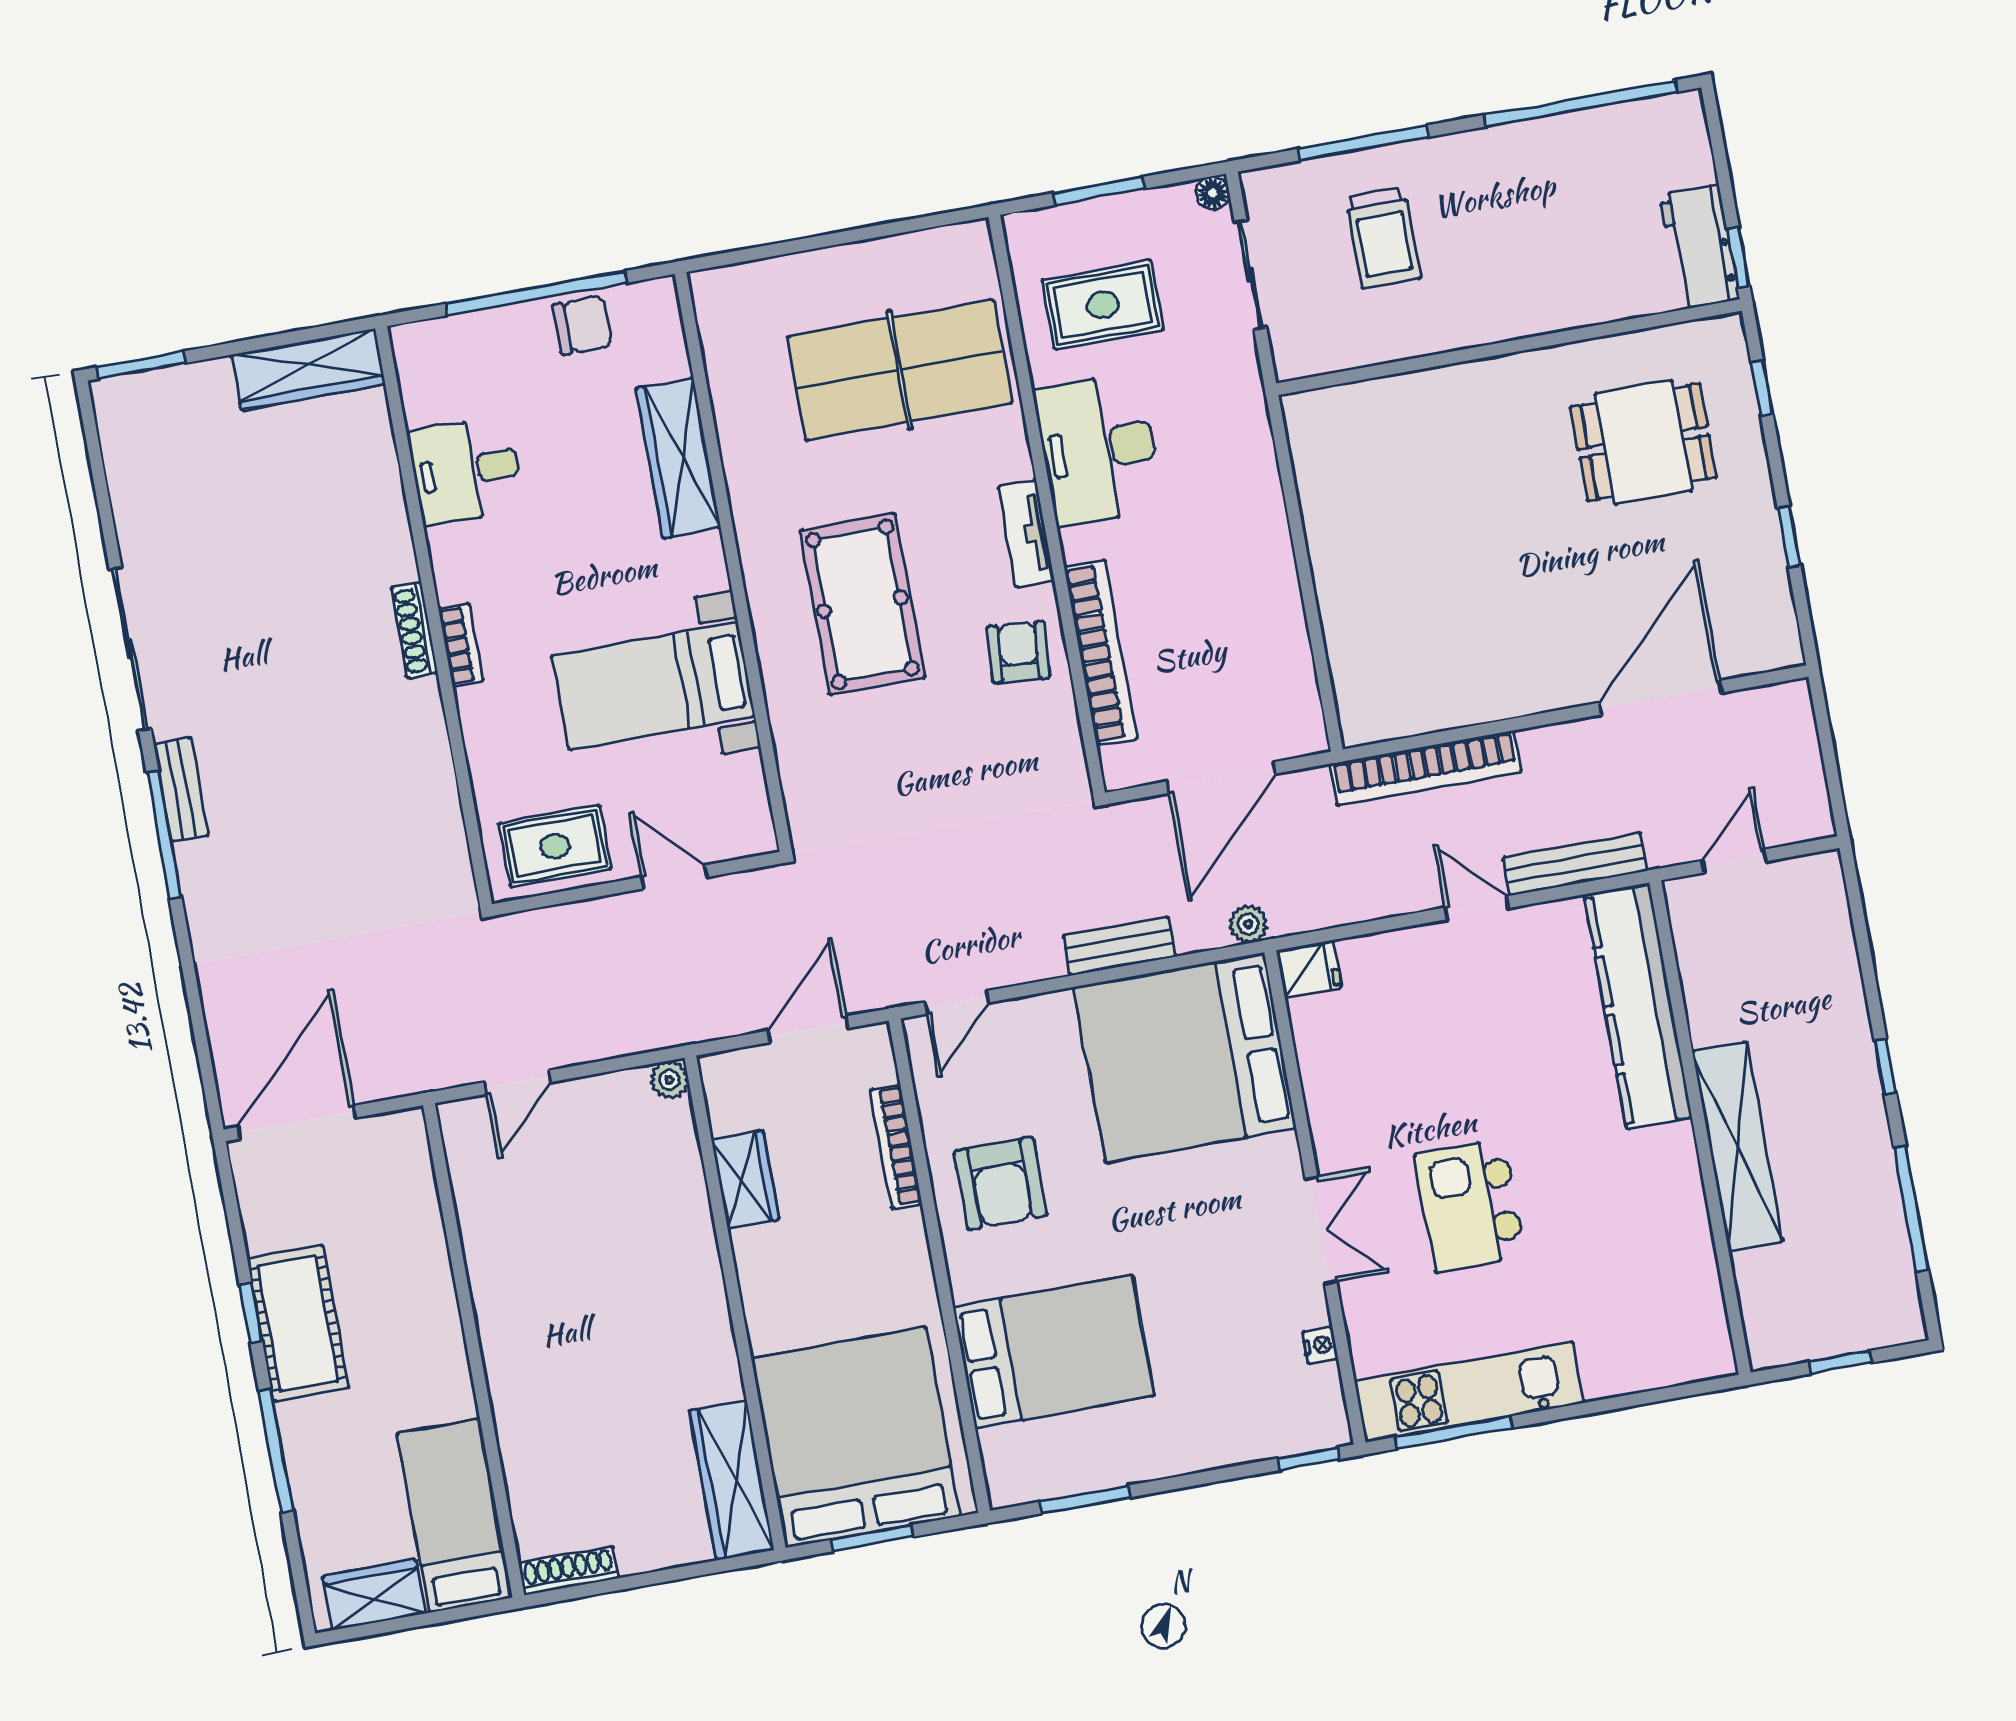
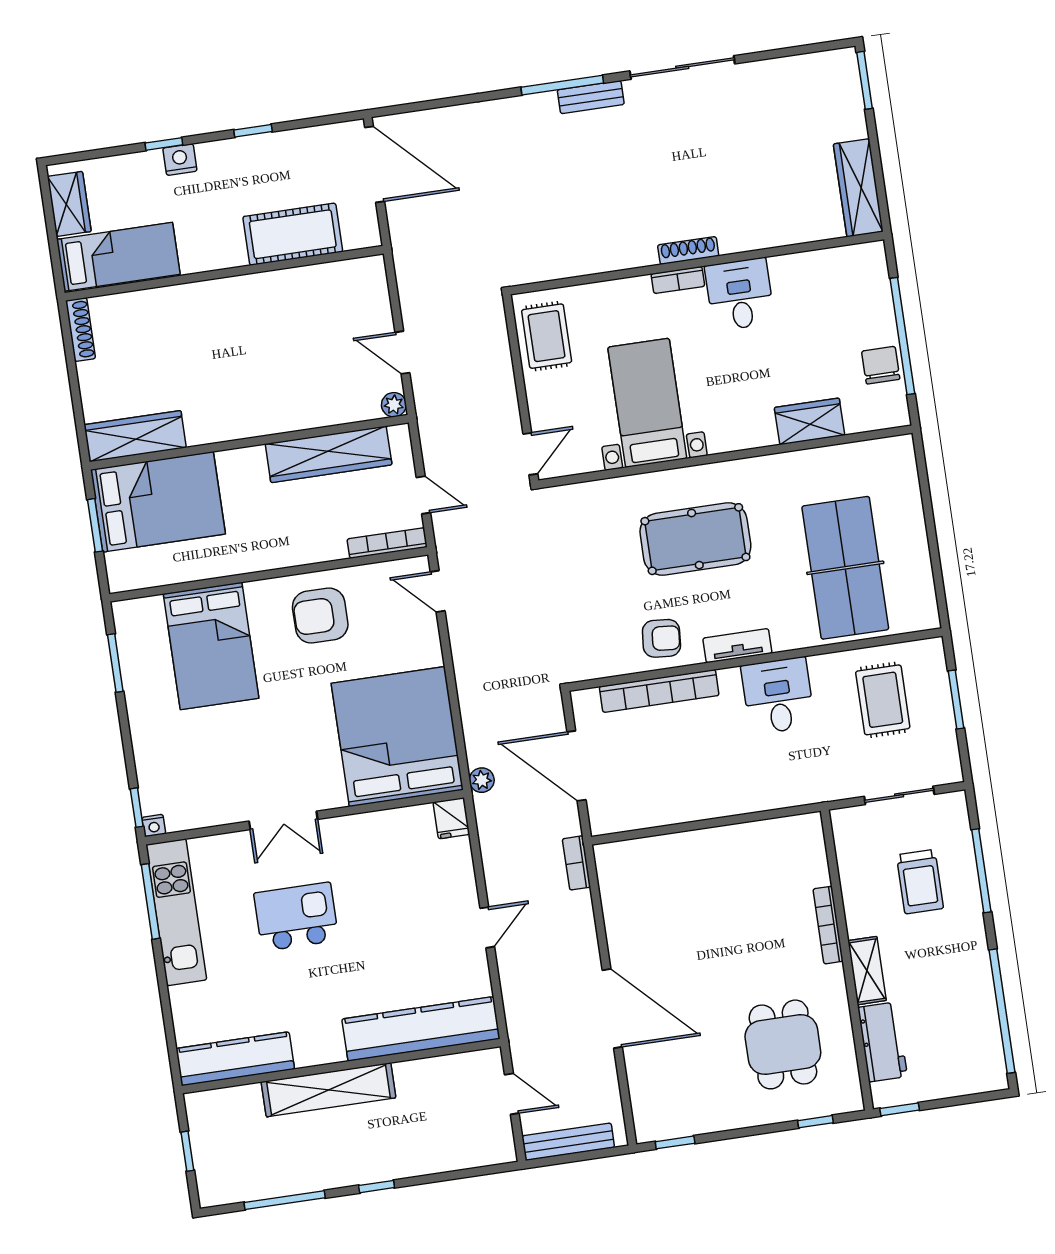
floor lamp: (1213, 193) -> (952, 773), removed
trolley: (1383, 238) -> (920, 882), turned -90
workbench: (1699, 247) -> (883, 1042), moved, turned 90
shelving: (1524, 315) -> (867, 971), added
chair: (583, 325) -> (881, 365), turned 180
bookcase: (1456, 378) -> (828, 925), added
desk: (1098, 449) -> (778, 696), width x0.73
wardrobe: (678, 458) -> (810, 421), width x0.67
desk: (466, 470) -> (740, 294), moved
window: (1789, 537) -> (675, 1142), moved
door: (1661, 698) -> (612, 1008), moved
bookcase: (1425, 768) -> (576, 863), width x0.43, depth x0.76
bench: (1575, 864) -> (568, 1142), moved, turned 90
door: (674, 877) -> (530, 454), moved
bench: (1119, 946) -> (470, 697), removed
door: (808, 1029) -> (423, 495), width x0.73
door: (518, 1082) -> (402, 353), moved
bookcase: (896, 1147) -> (387, 543), moved
wardrobe: (745, 1180) -> (329, 454), width x2.10, depth x1.17
kitchen counter: (1694, 1293) -> (235, 1059), added
cot: (298, 1323) -> (293, 234), moved
nightstand: (1320, 1345) -> (154, 826), moved
nightstand: (299, 1425) -> (180, 160), added
bed: (856, 1437) -> (158, 502), width x0.73
window: (276, 1451) -> (164, 144), width x0.46

